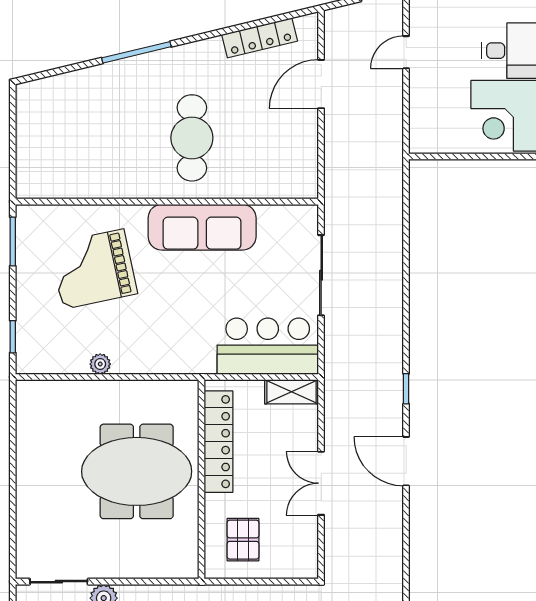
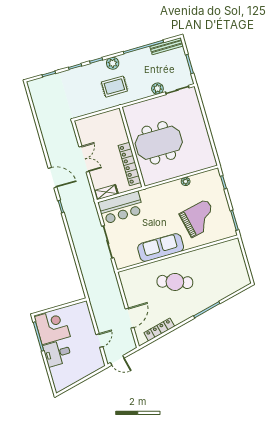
cafe table: (192, 138) -> (175, 282), turned -71
pallet: (243, 540) -> (109, 128), removed

